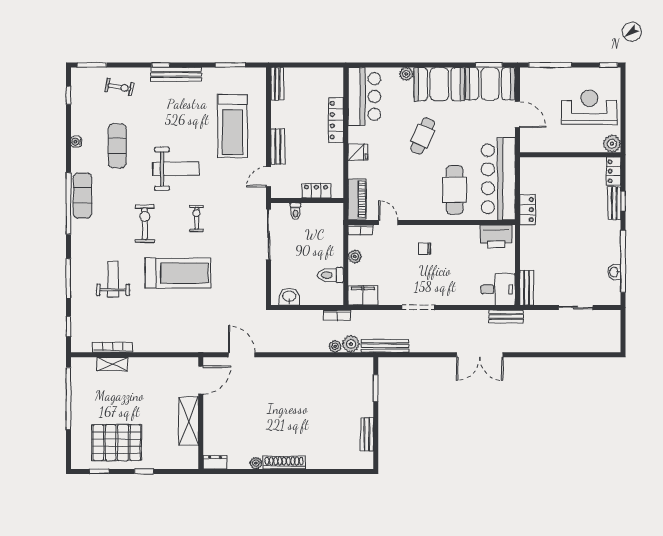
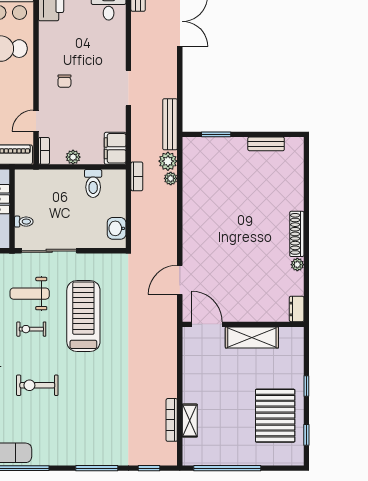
treadmill: (178, 273) -> (83, 316), moved
weight bench: (113, 279) -> (30, 294), moved

